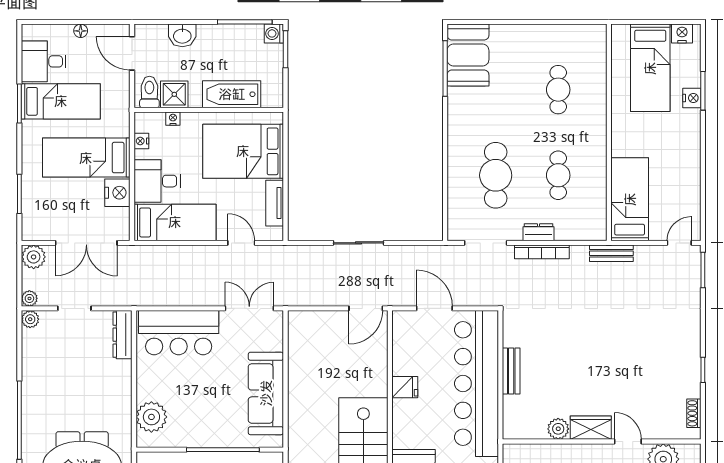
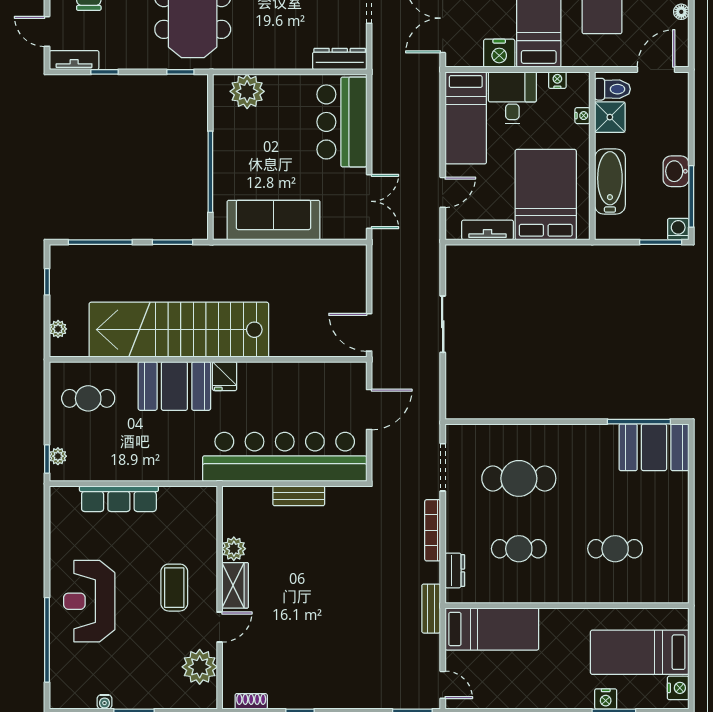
washbasin: (182, 35) -> (676, 171), moved
dresser: (539, 232) -> (455, 570), moved
fridge: (405, 387) -> (225, 376), moved

